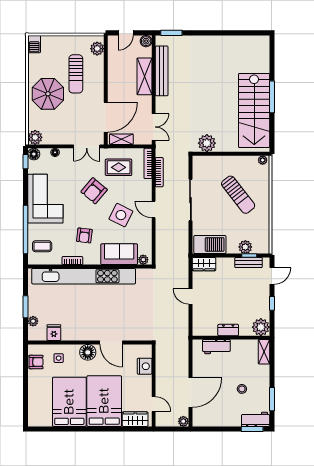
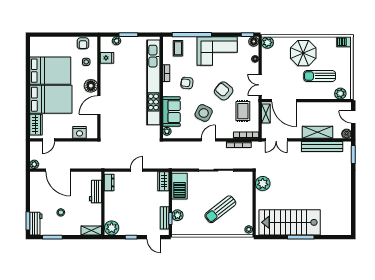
dresser: (228, 330) -> (109, 182), moved

